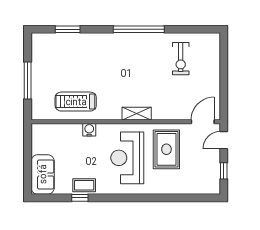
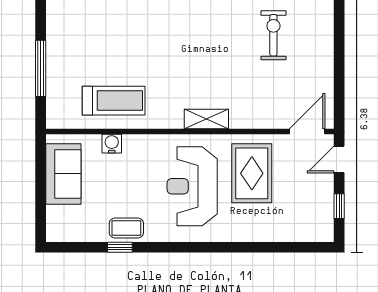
exercise bike: (181, 59) -> (273, 35), turned 180
treadmill: (76, 102) -> (114, 101), turned 180
water cooler: (89, 130) -> (112, 144), moved
sofa: (43, 174) -> (63, 174), moved

